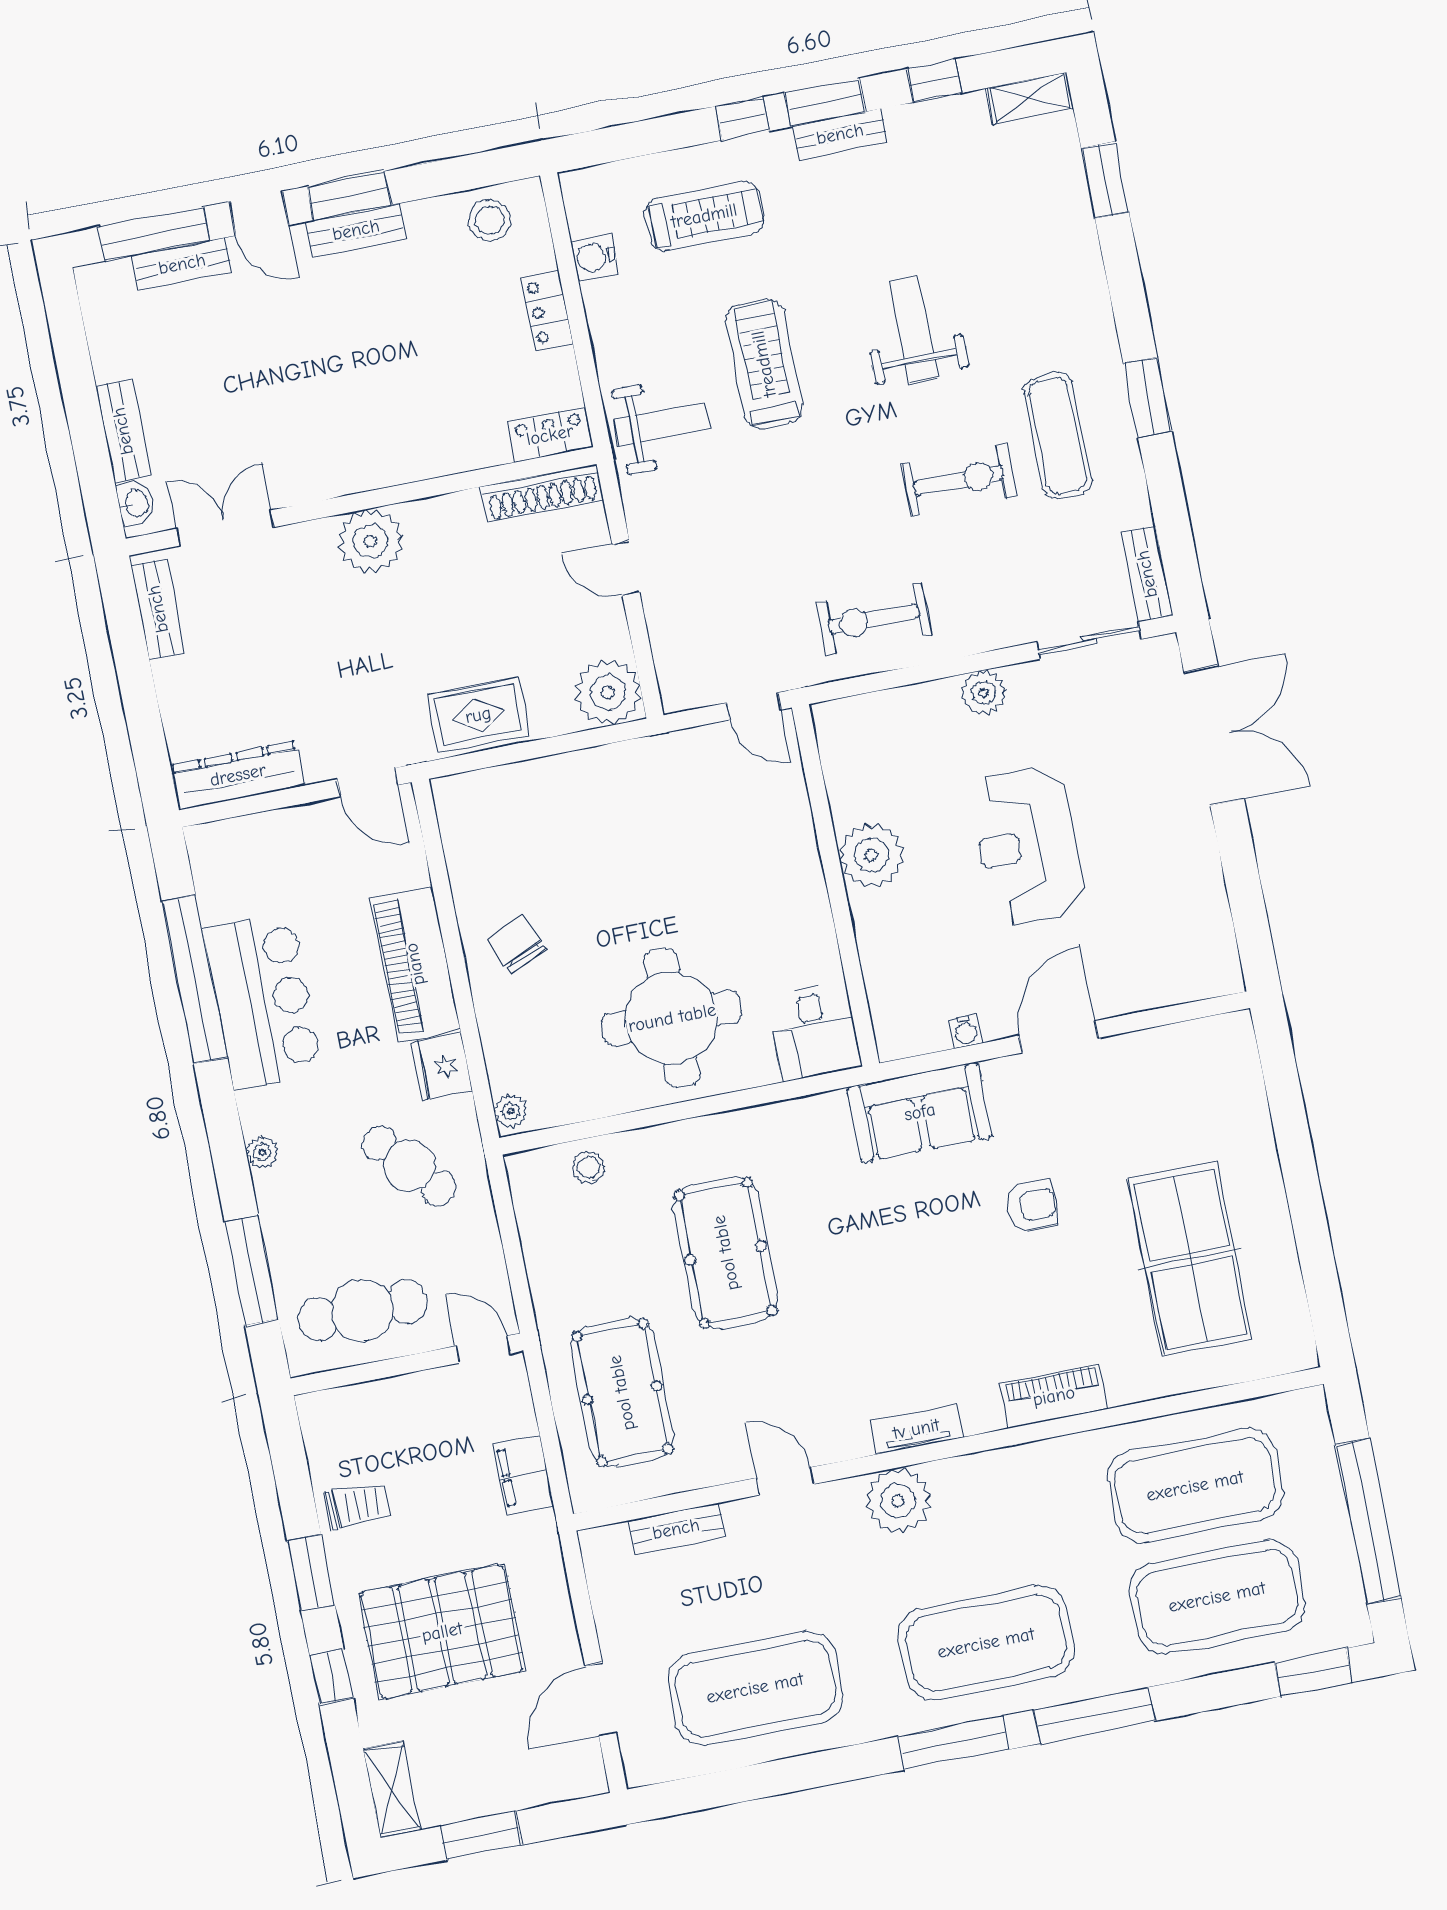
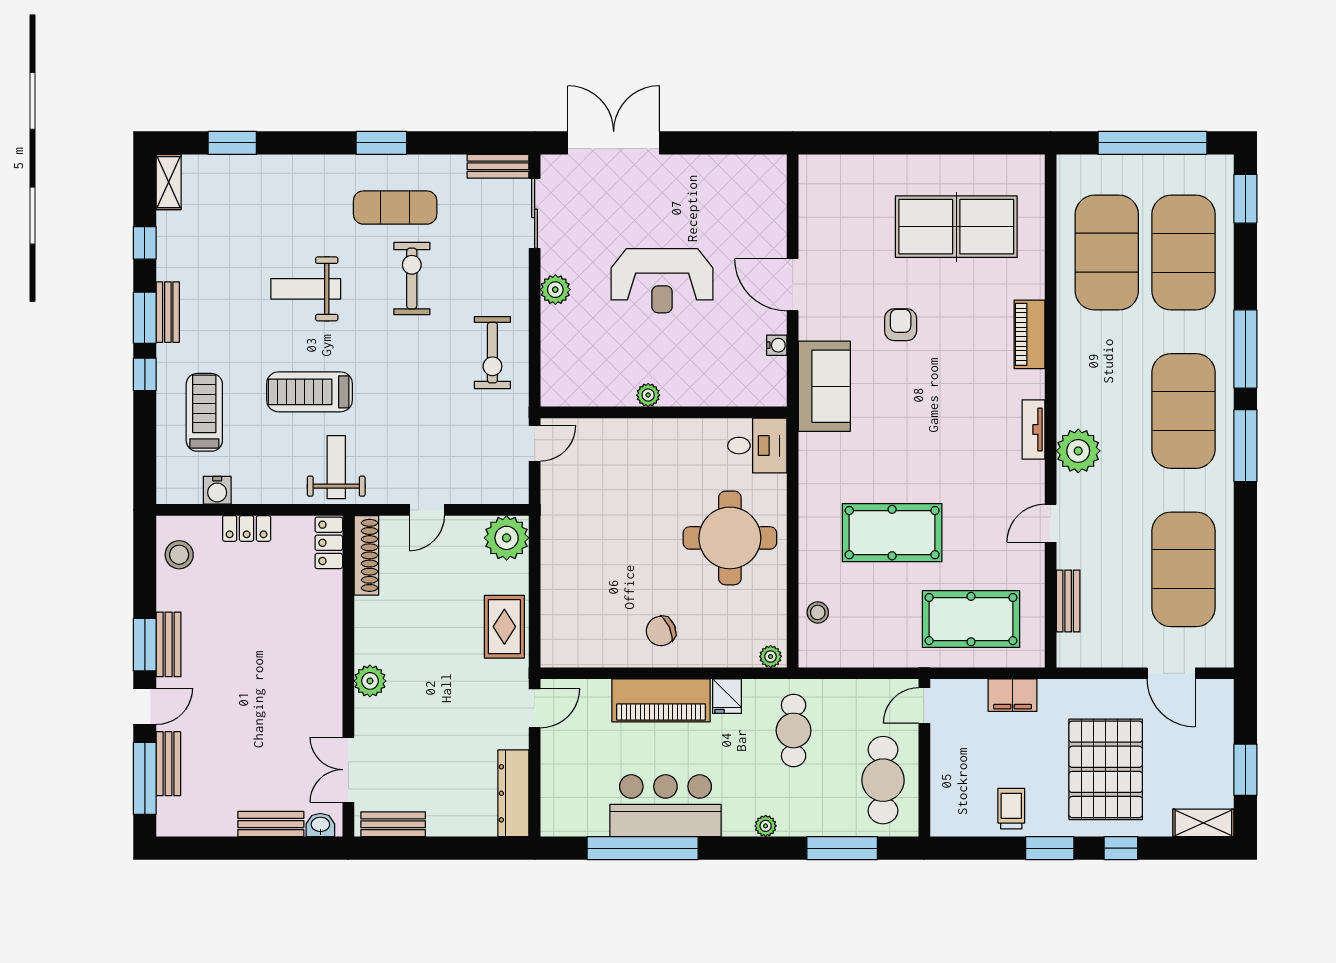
plant: (370, 541) -> (370, 681), width x0.73, depth x0.73
plant: (871, 855) -> (648, 395), width x0.53, depth x0.53
fridge: (442, 1067) -> (727, 696), width x0.72
cafe table: (409, 1166) -> (794, 730), turned -48

